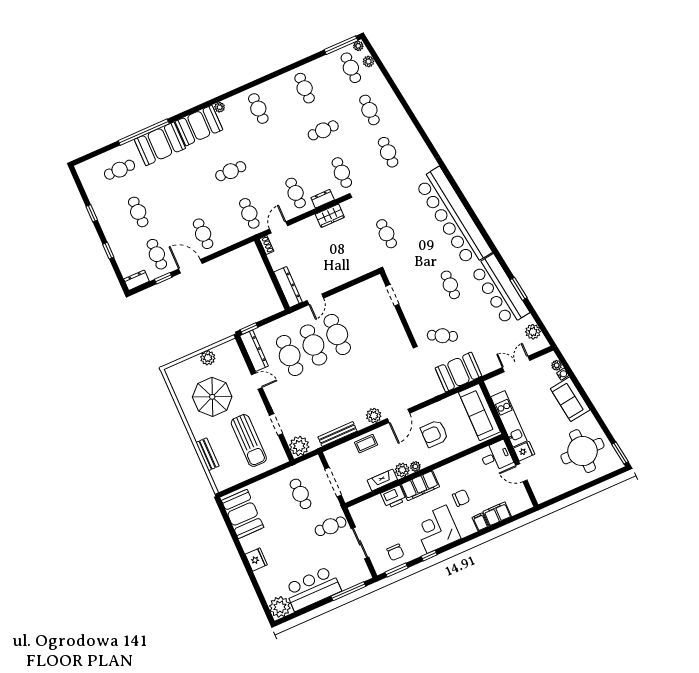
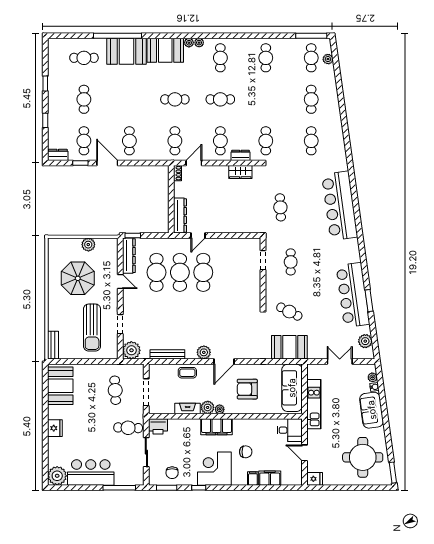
plant: (358, 46) -> (199, 43), moved
cafe table: (323, 130) -> (220, 99), moved
bar counter: (453, 217) -> (340, 206), width x0.73
cafe table: (450, 285) -> (291, 262), moved
fridge: (524, 451) -> (315, 479), moved
bench: (207, 454) -> (53, 345), moved
printer: (393, 497) -> (158, 426), moved

